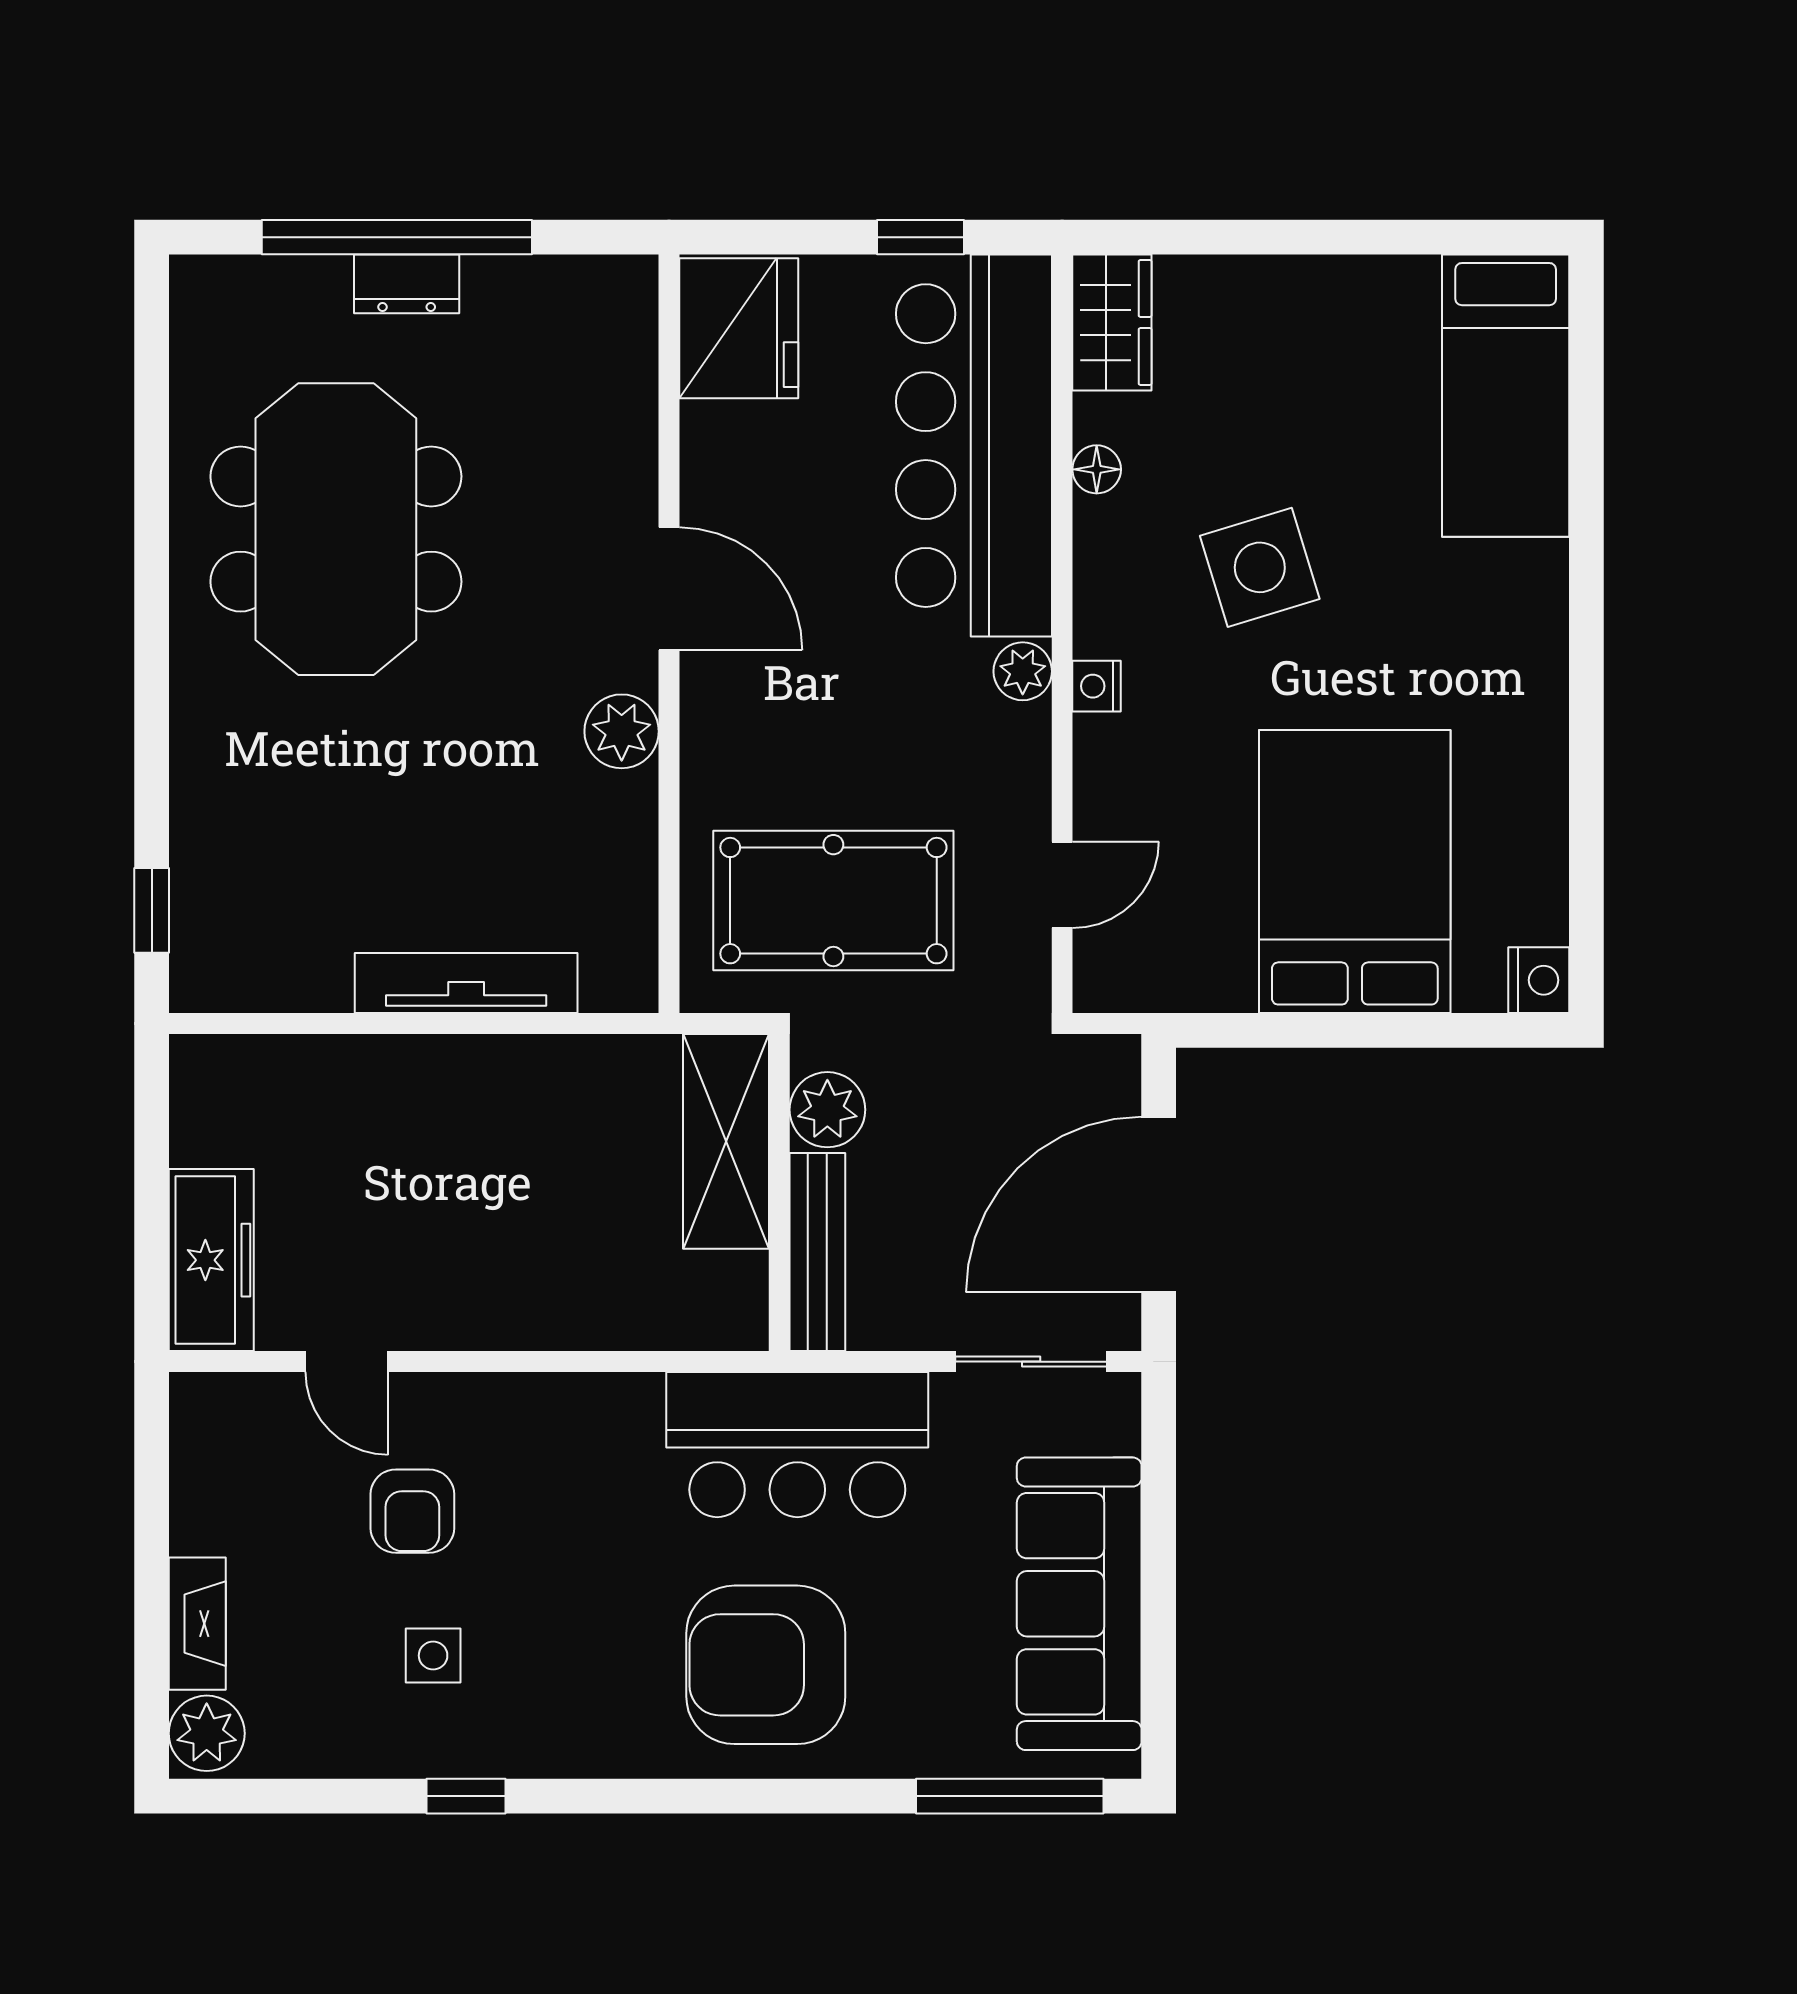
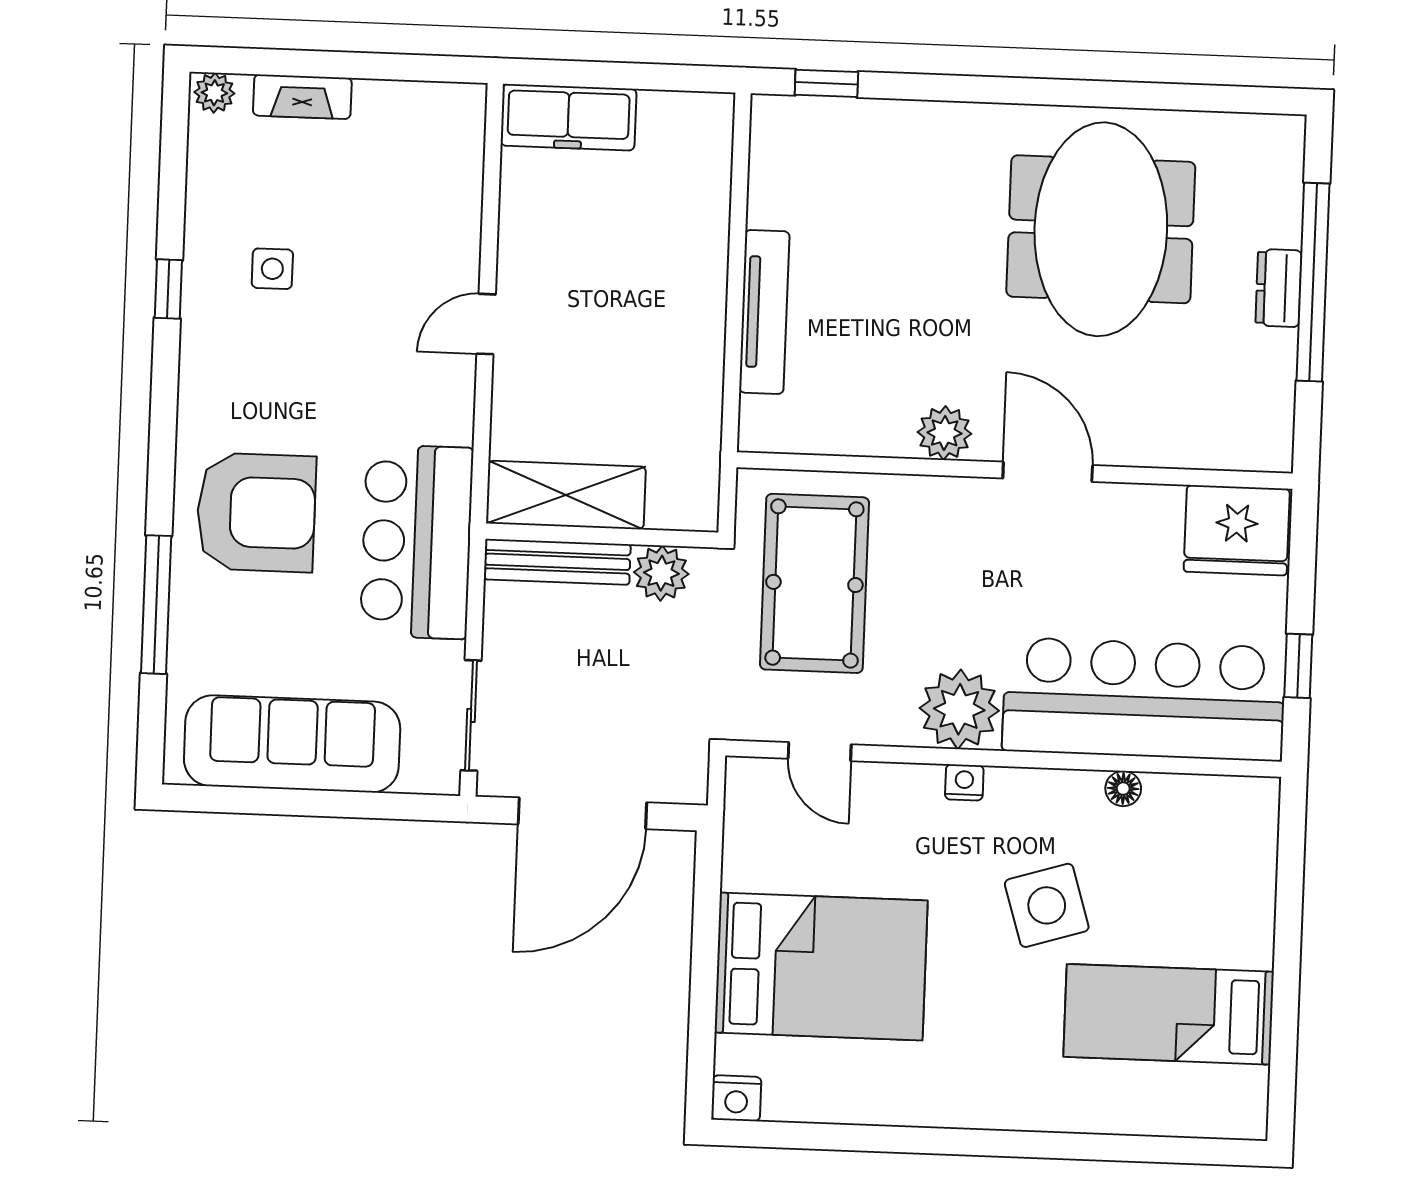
wardrobe: (1112, 322) -> (1230, 804), removed
bed: (1506, 396) -> (1169, 1014), moved
meeting table: (336, 529) -> (1101, 229), turned 90
door: (669, 589) -> (1048, 472), swing flipped
plant: (1023, 671) -> (959, 709), width x1.87, depth x1.87
shelving: (726, 1141) -> (566, 495), moved
door: (1159, 1205) -> (582, 813), swing flipped
door: (347, 1362) -> (486, 324), moved
armchair: (412, 1511) -> (379, 258), removed
armchair: (766, 1665) -> (256, 512), turned 90
plant: (207, 1733) -> (214, 93), width x0.73, depth x0.73
window: (1010, 1796) -> (156, 605), moved

